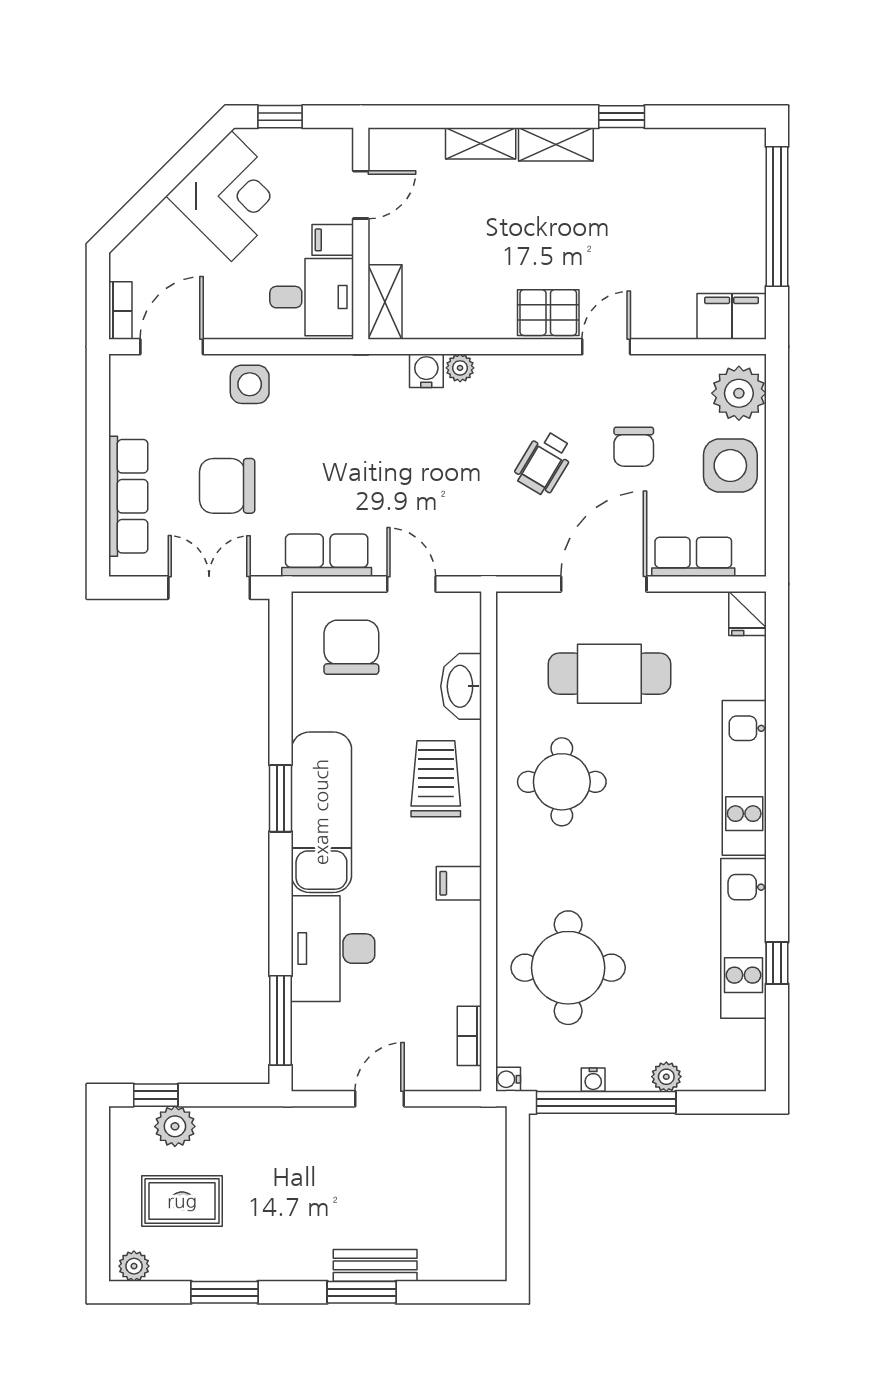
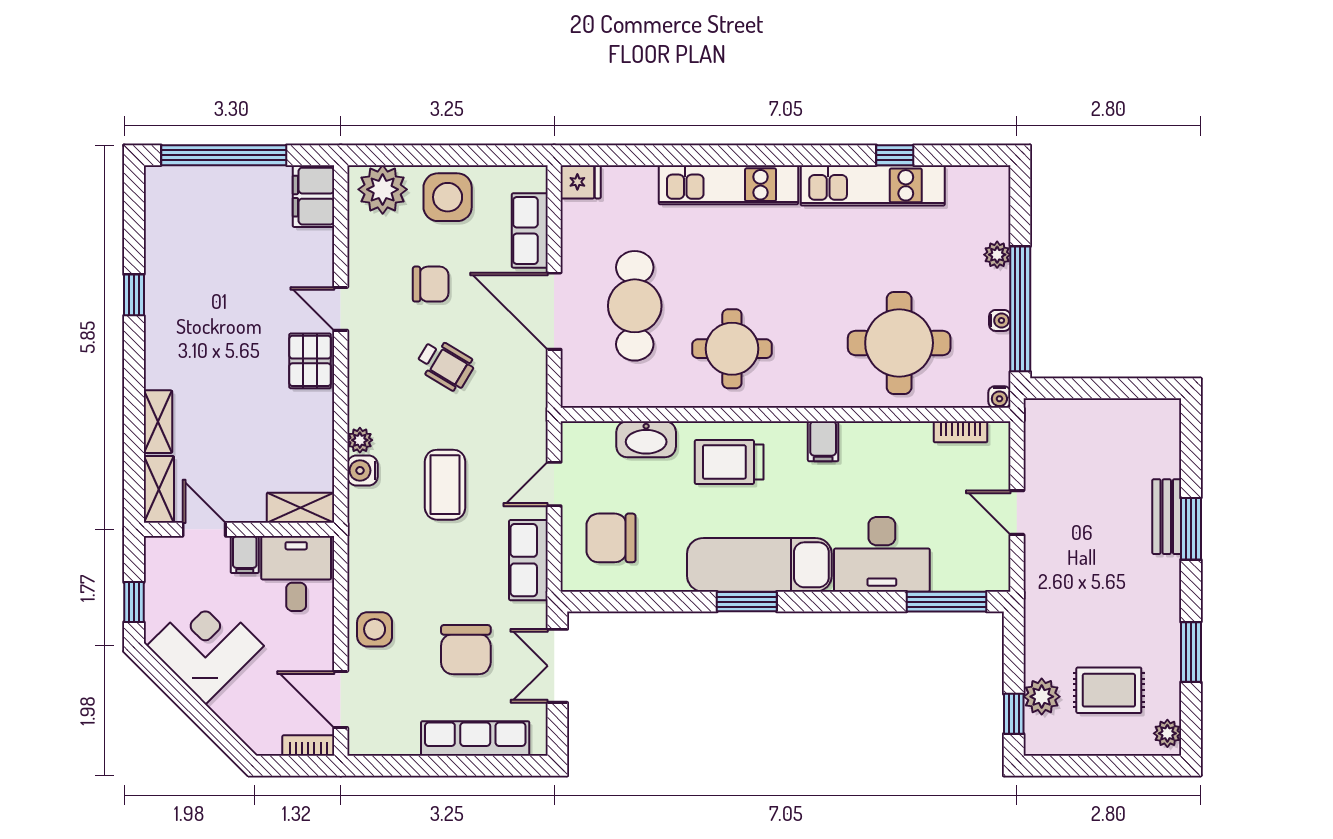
shelving: (556, 144) -> (159, 489), moved
coffee table: (411, 463) -> (445, 485), added
rug: (182, 1201) -> (1109, 690), turned 90

